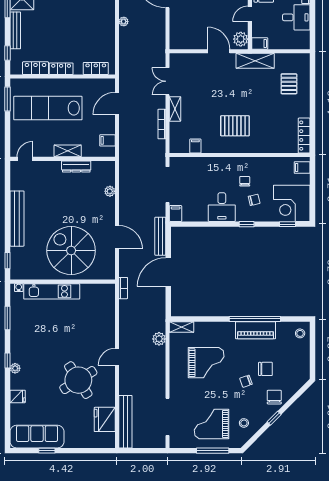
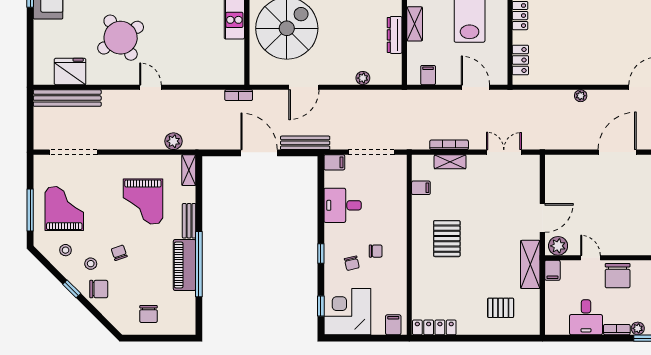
shelving: (175, 109) -> (450, 162), moved
desk: (222, 207) -> (343, 205), moved
bench: (221, 327) -> (189, 221), added
stool: (300, 333) -> (91, 264), moved
chair: (265, 369) -> (148, 314), moved

